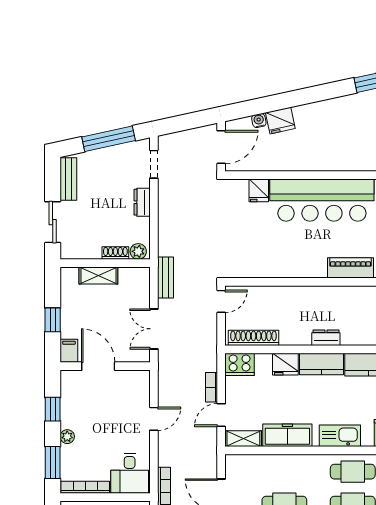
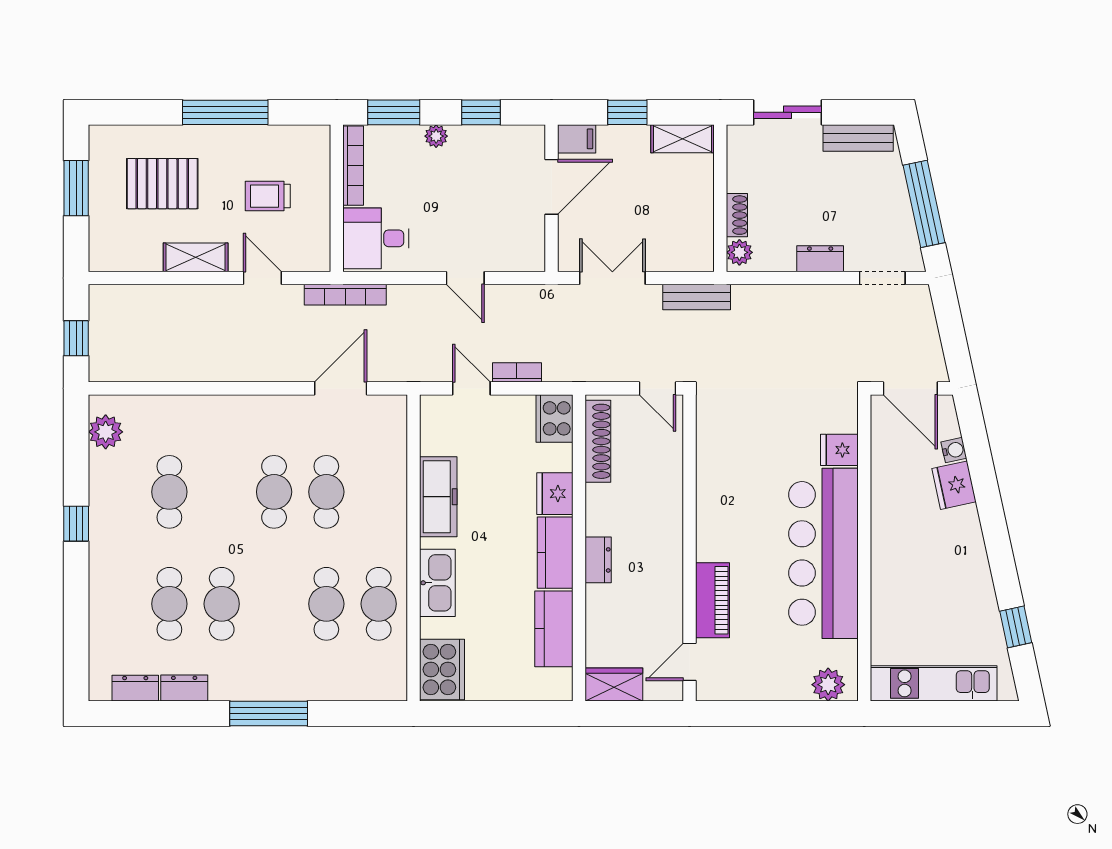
shelving: (98, 276) -> (683, 139), moved, turned 90
shelving: (243, 439) -> (433, 425), removed

